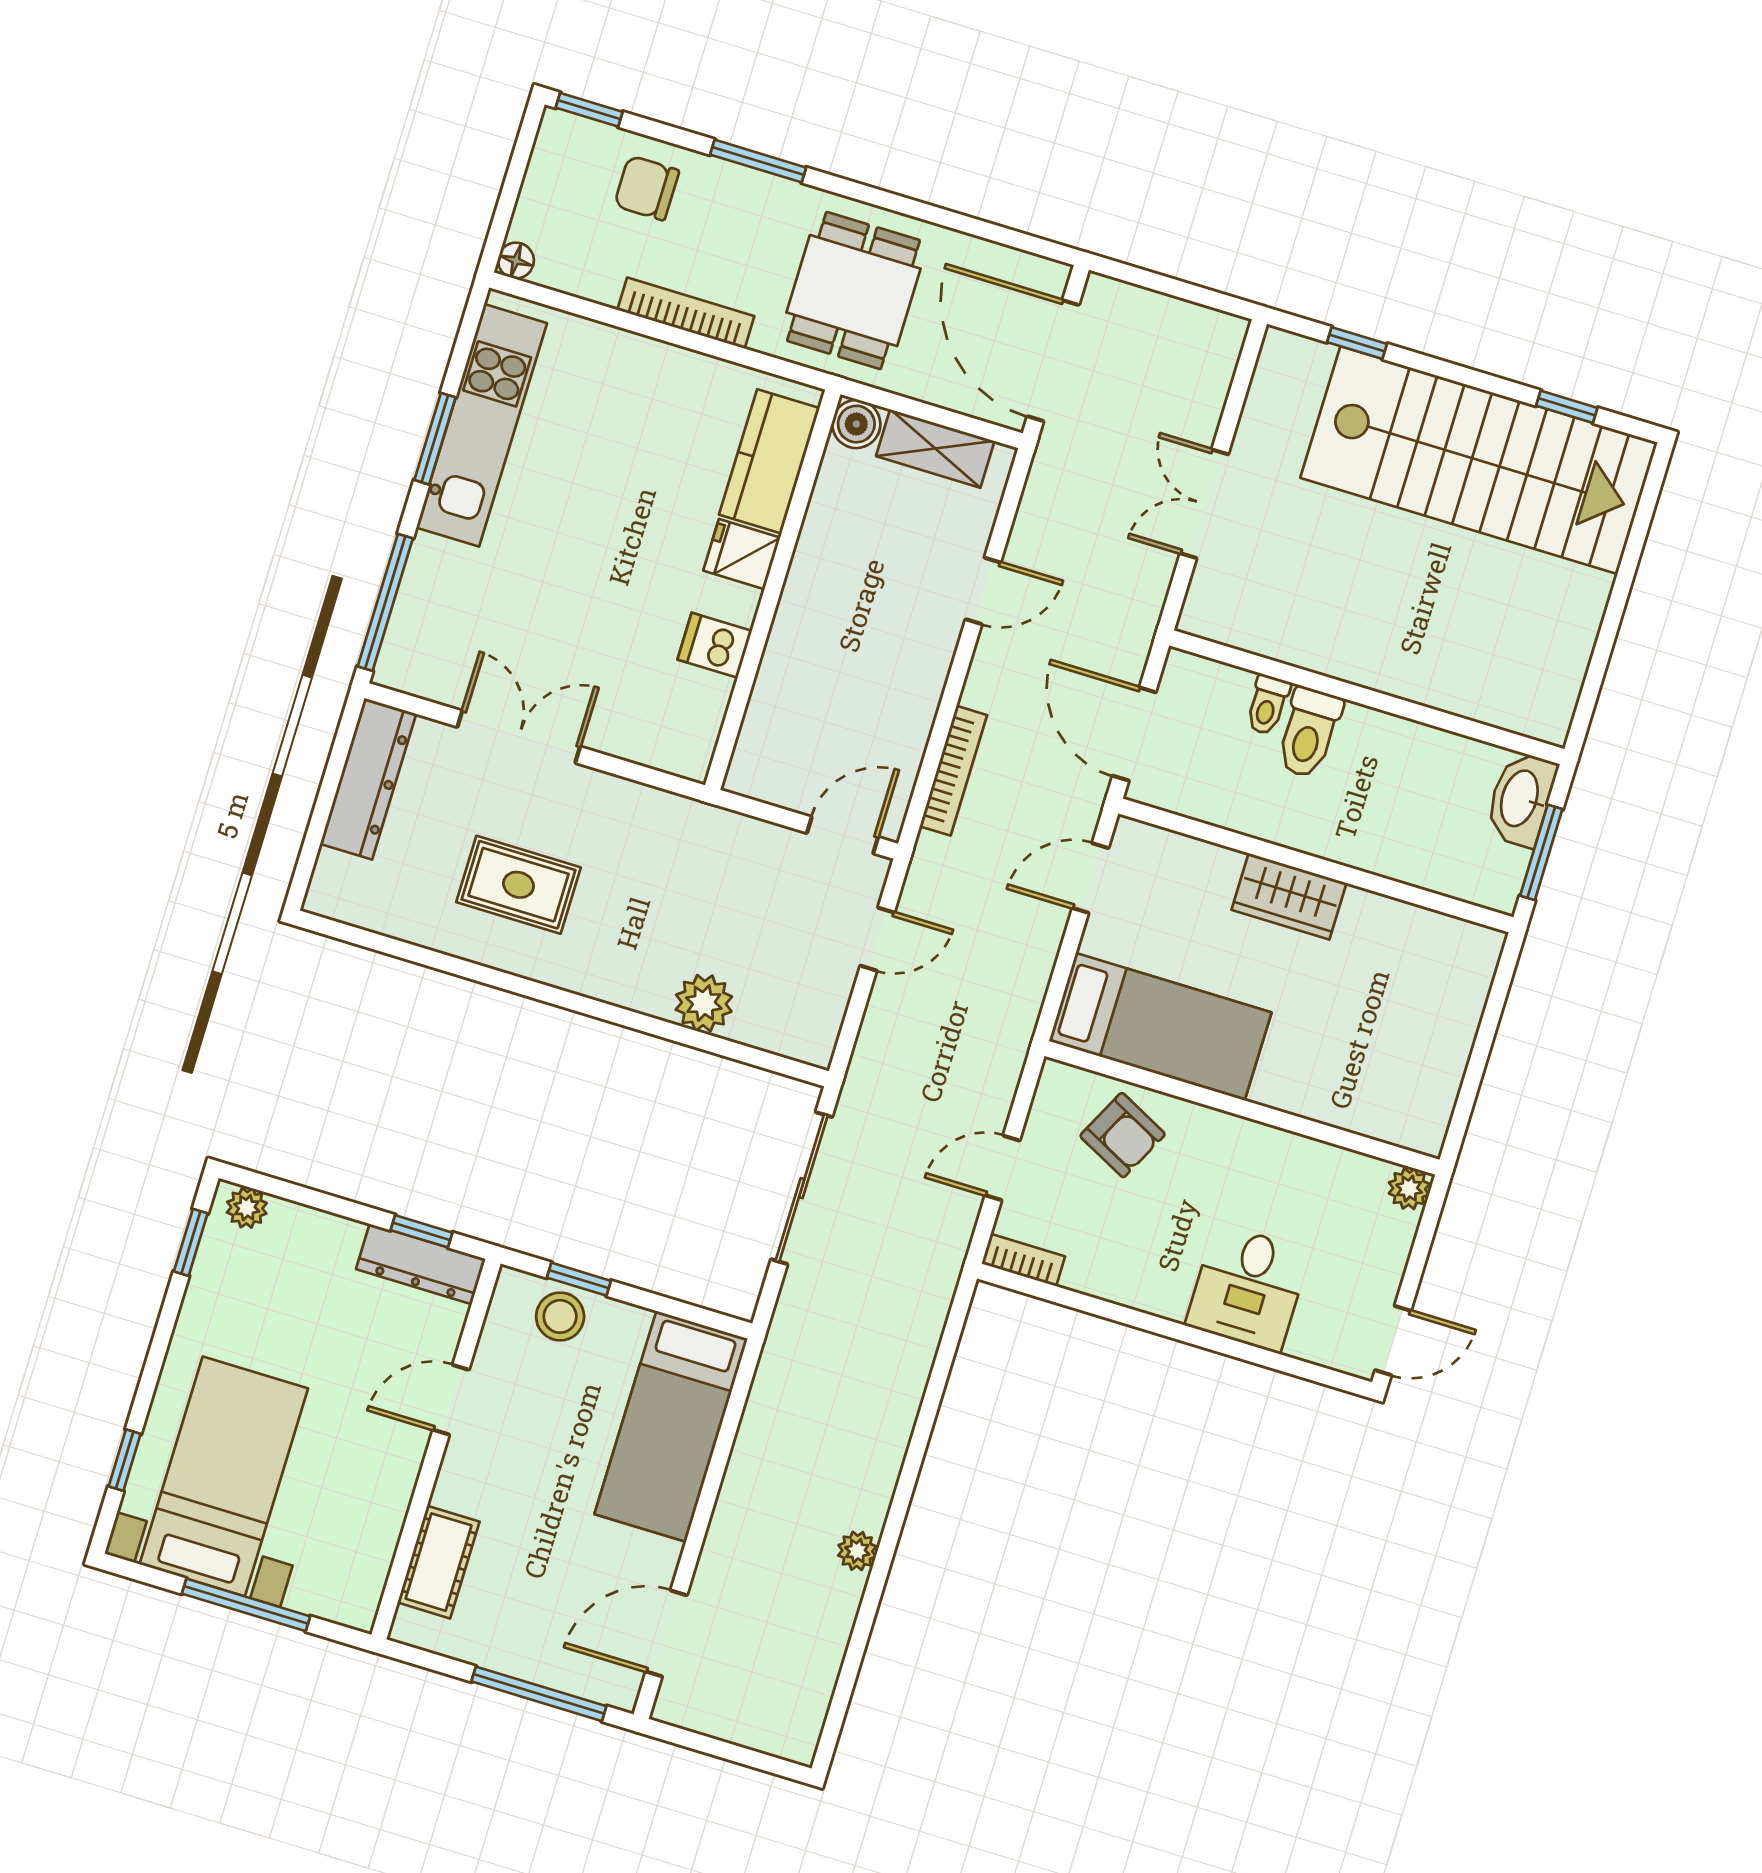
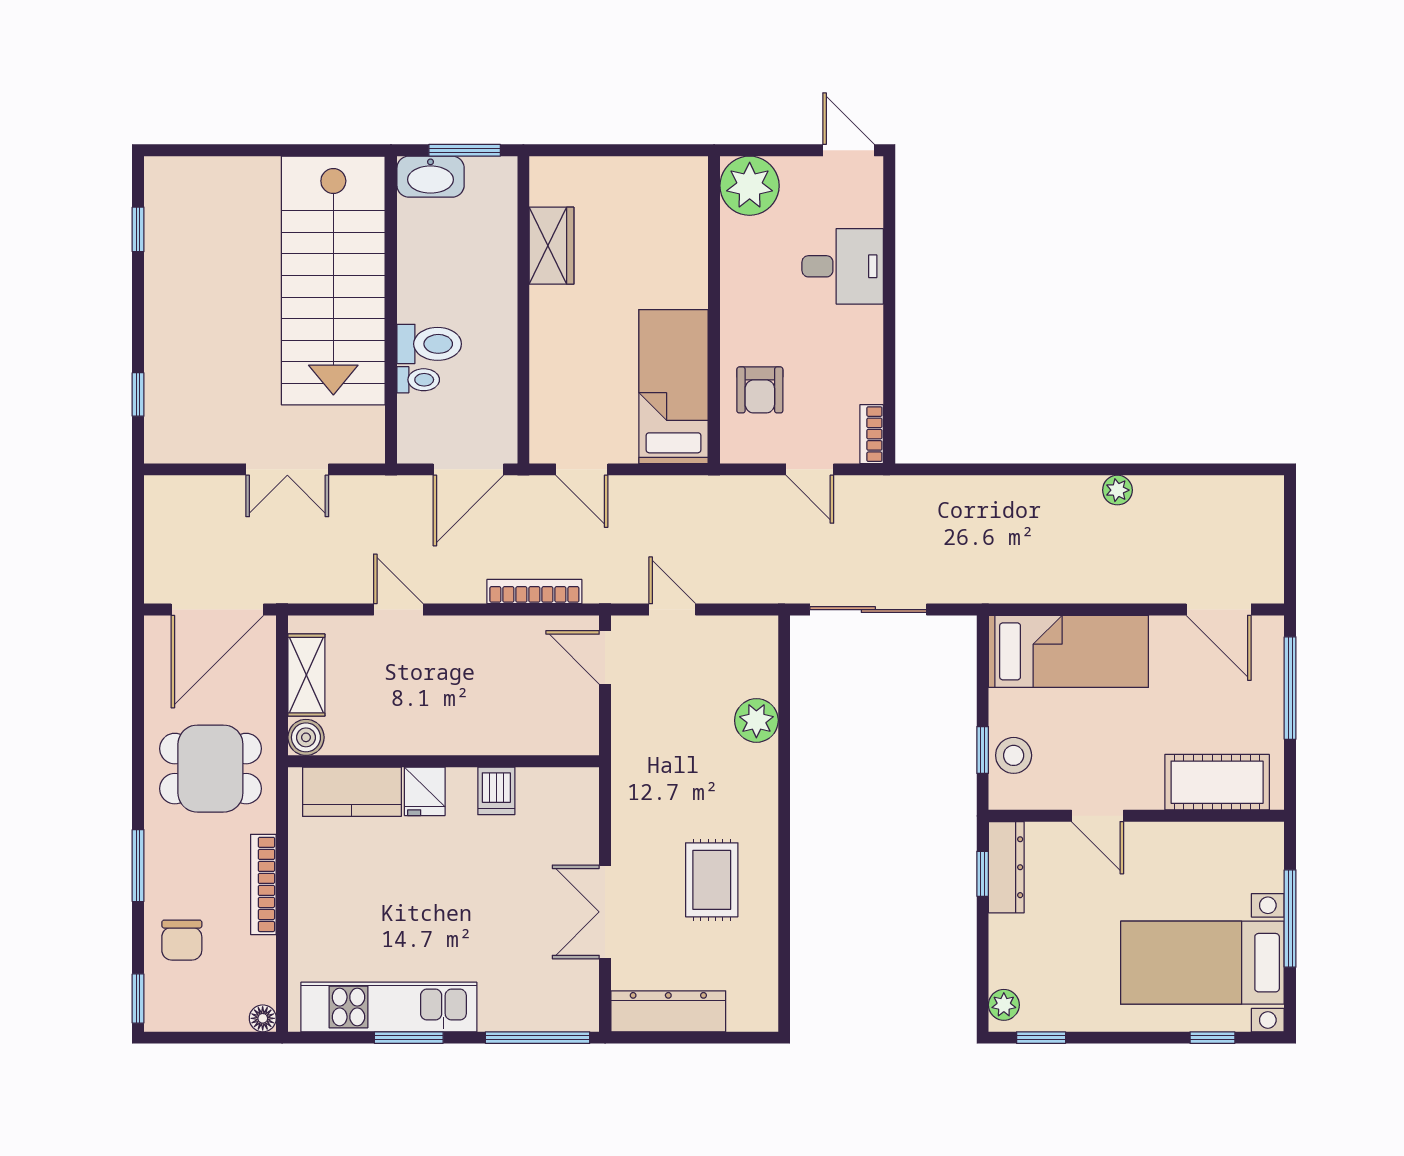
stairs: (1478, 460) -> (333, 281), moved, turned 180
wardrobe: (1289, 896) -> (552, 246), moved
armchair: (1123, 1135) -> (760, 390), turned 153
plant: (1409, 1189) -> (750, 186), width x1.88, depth x1.88
cot: (439, 1562) -> (1217, 782), width x1.37, depth x1.34

